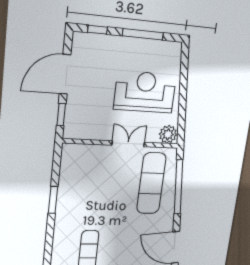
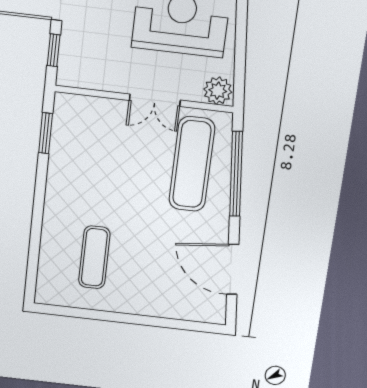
double door: (128, 144) -> (155, 100), swing flipped
window: (53, 200) -> (46, 133), moved

